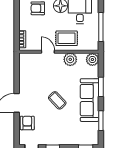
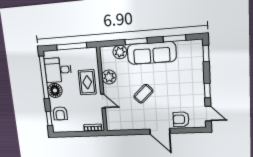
door: (48, 52) -> (103, 101), swing flipped
plant: (92, 60) -> (120, 52), moved
coffee table: (57, 100) -> (143, 94), moved

